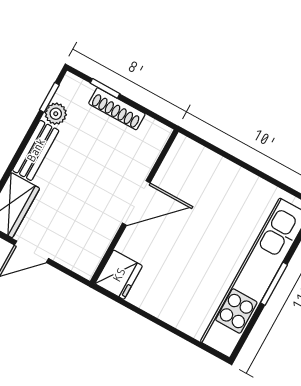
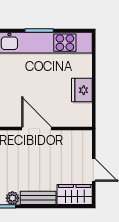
fridge: (119, 275) -> (82, 90), moved, turned -90

